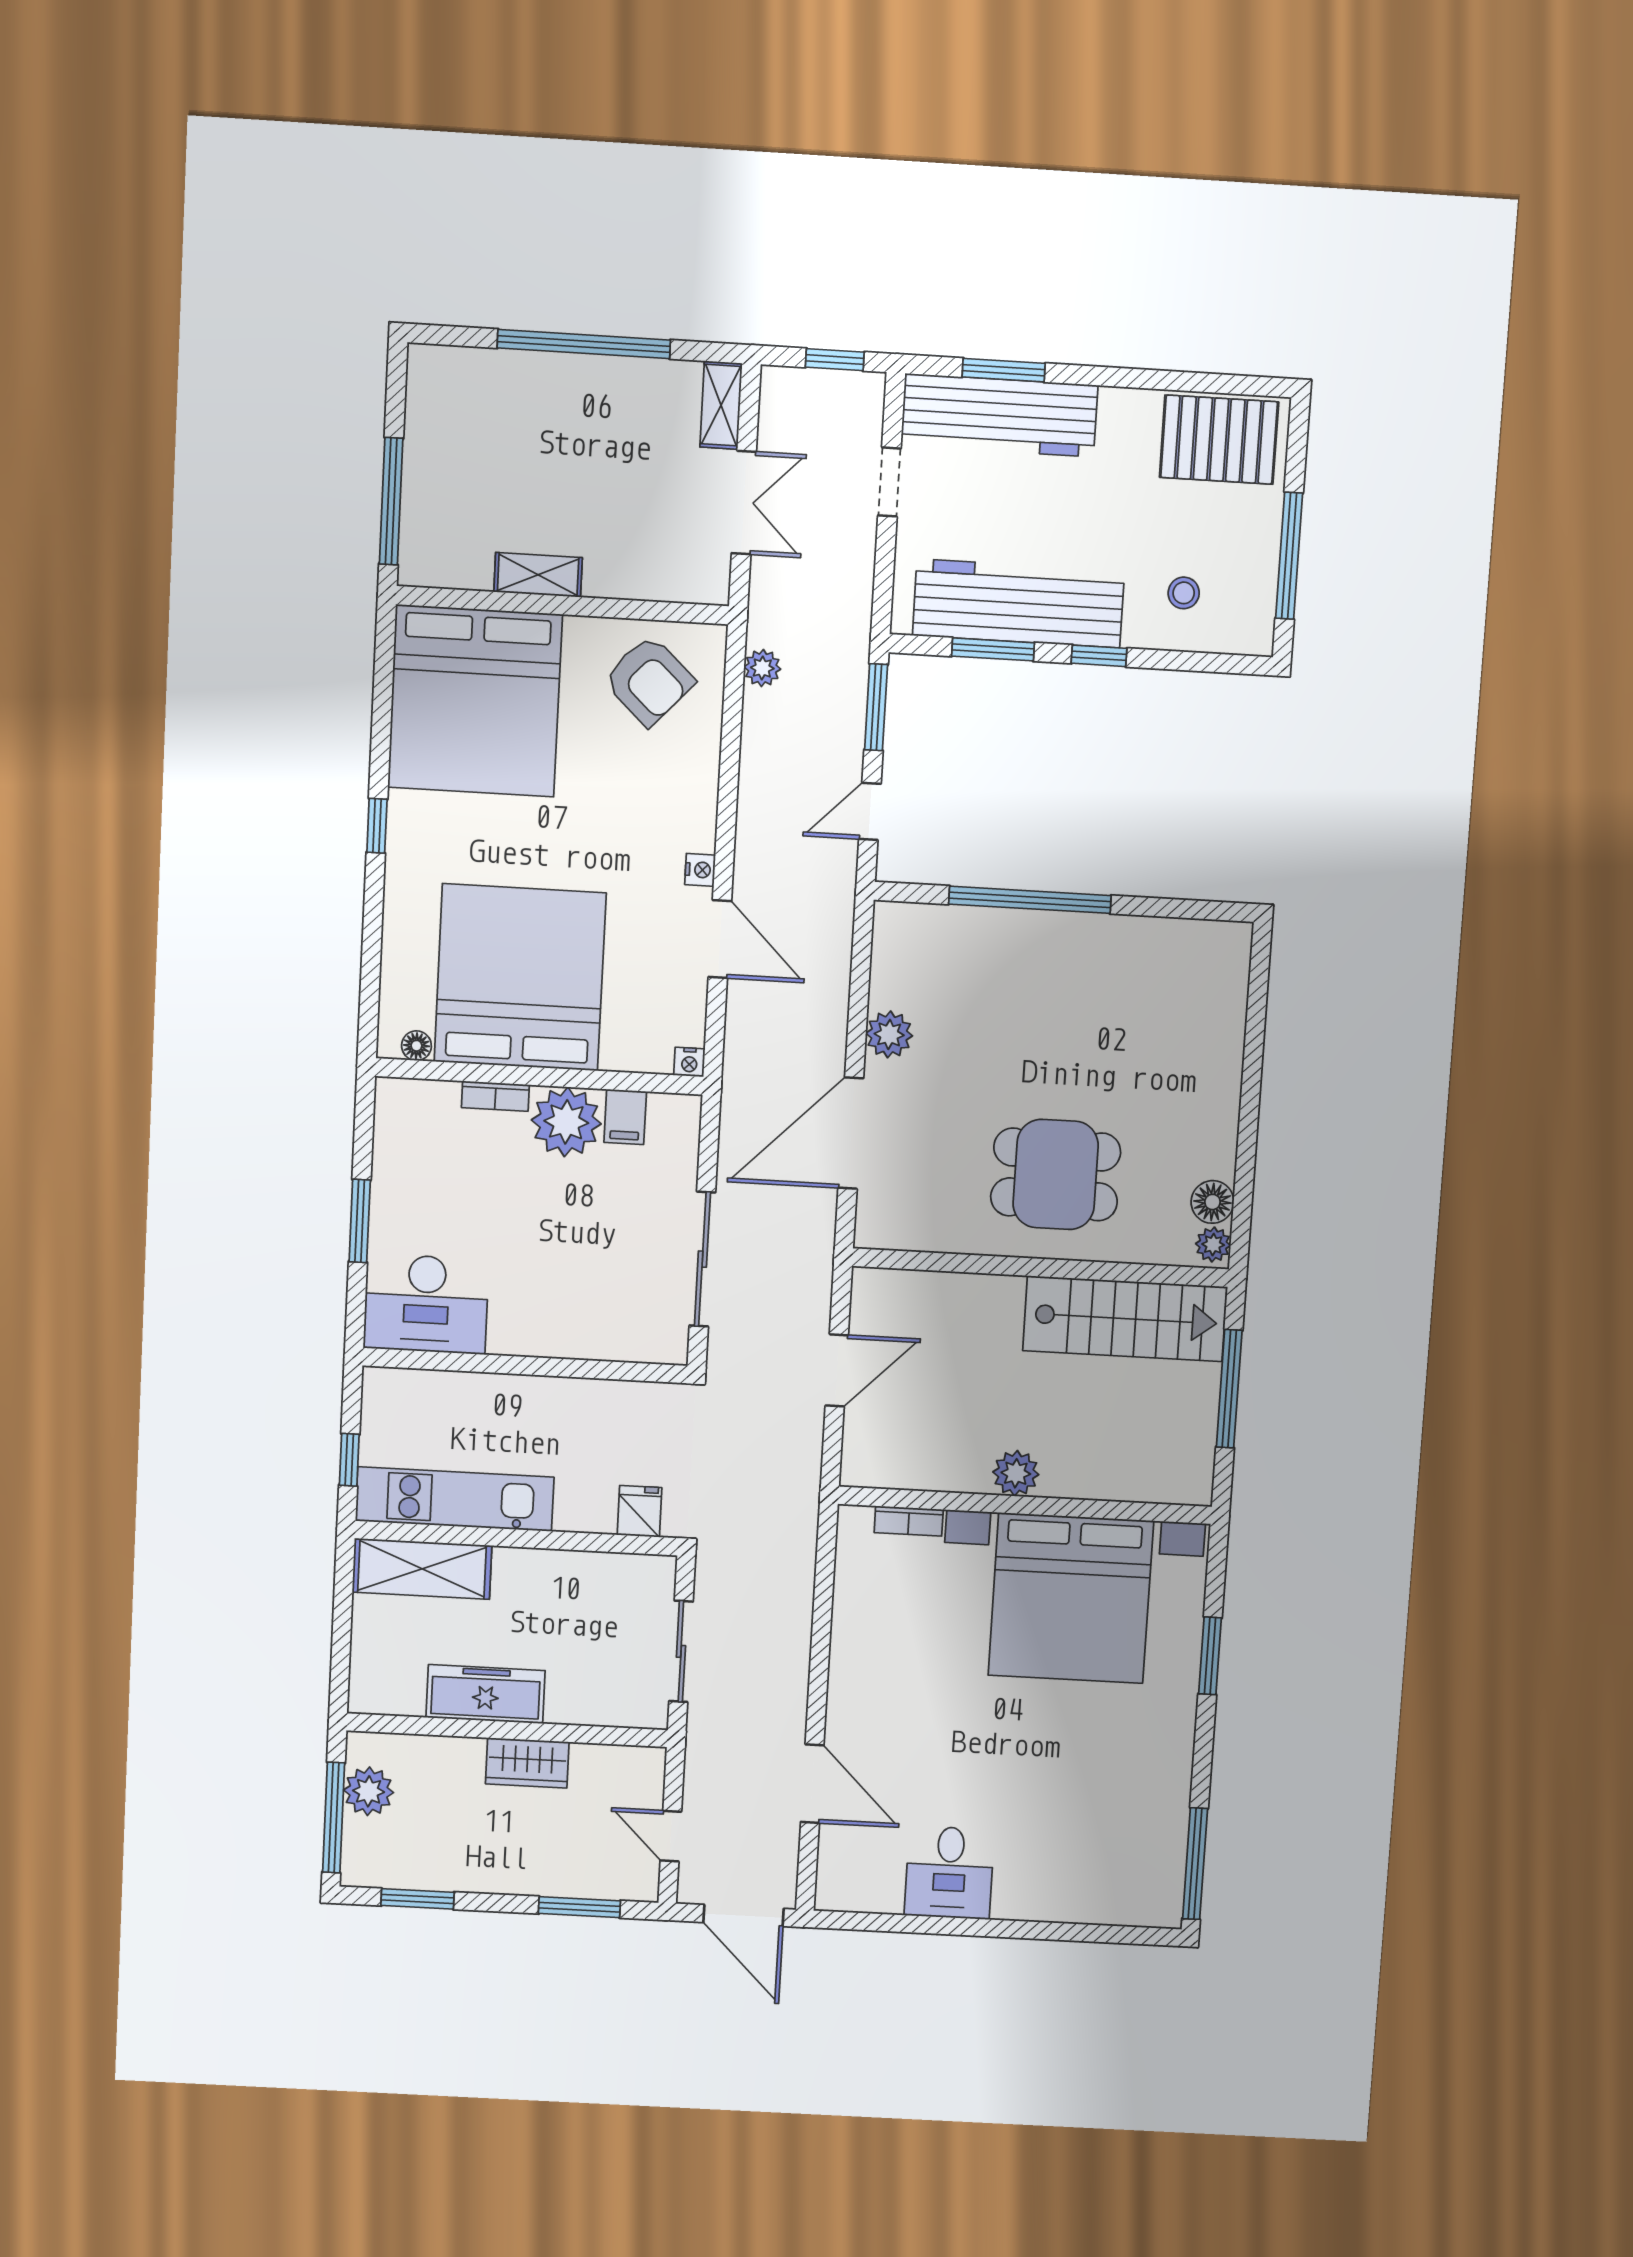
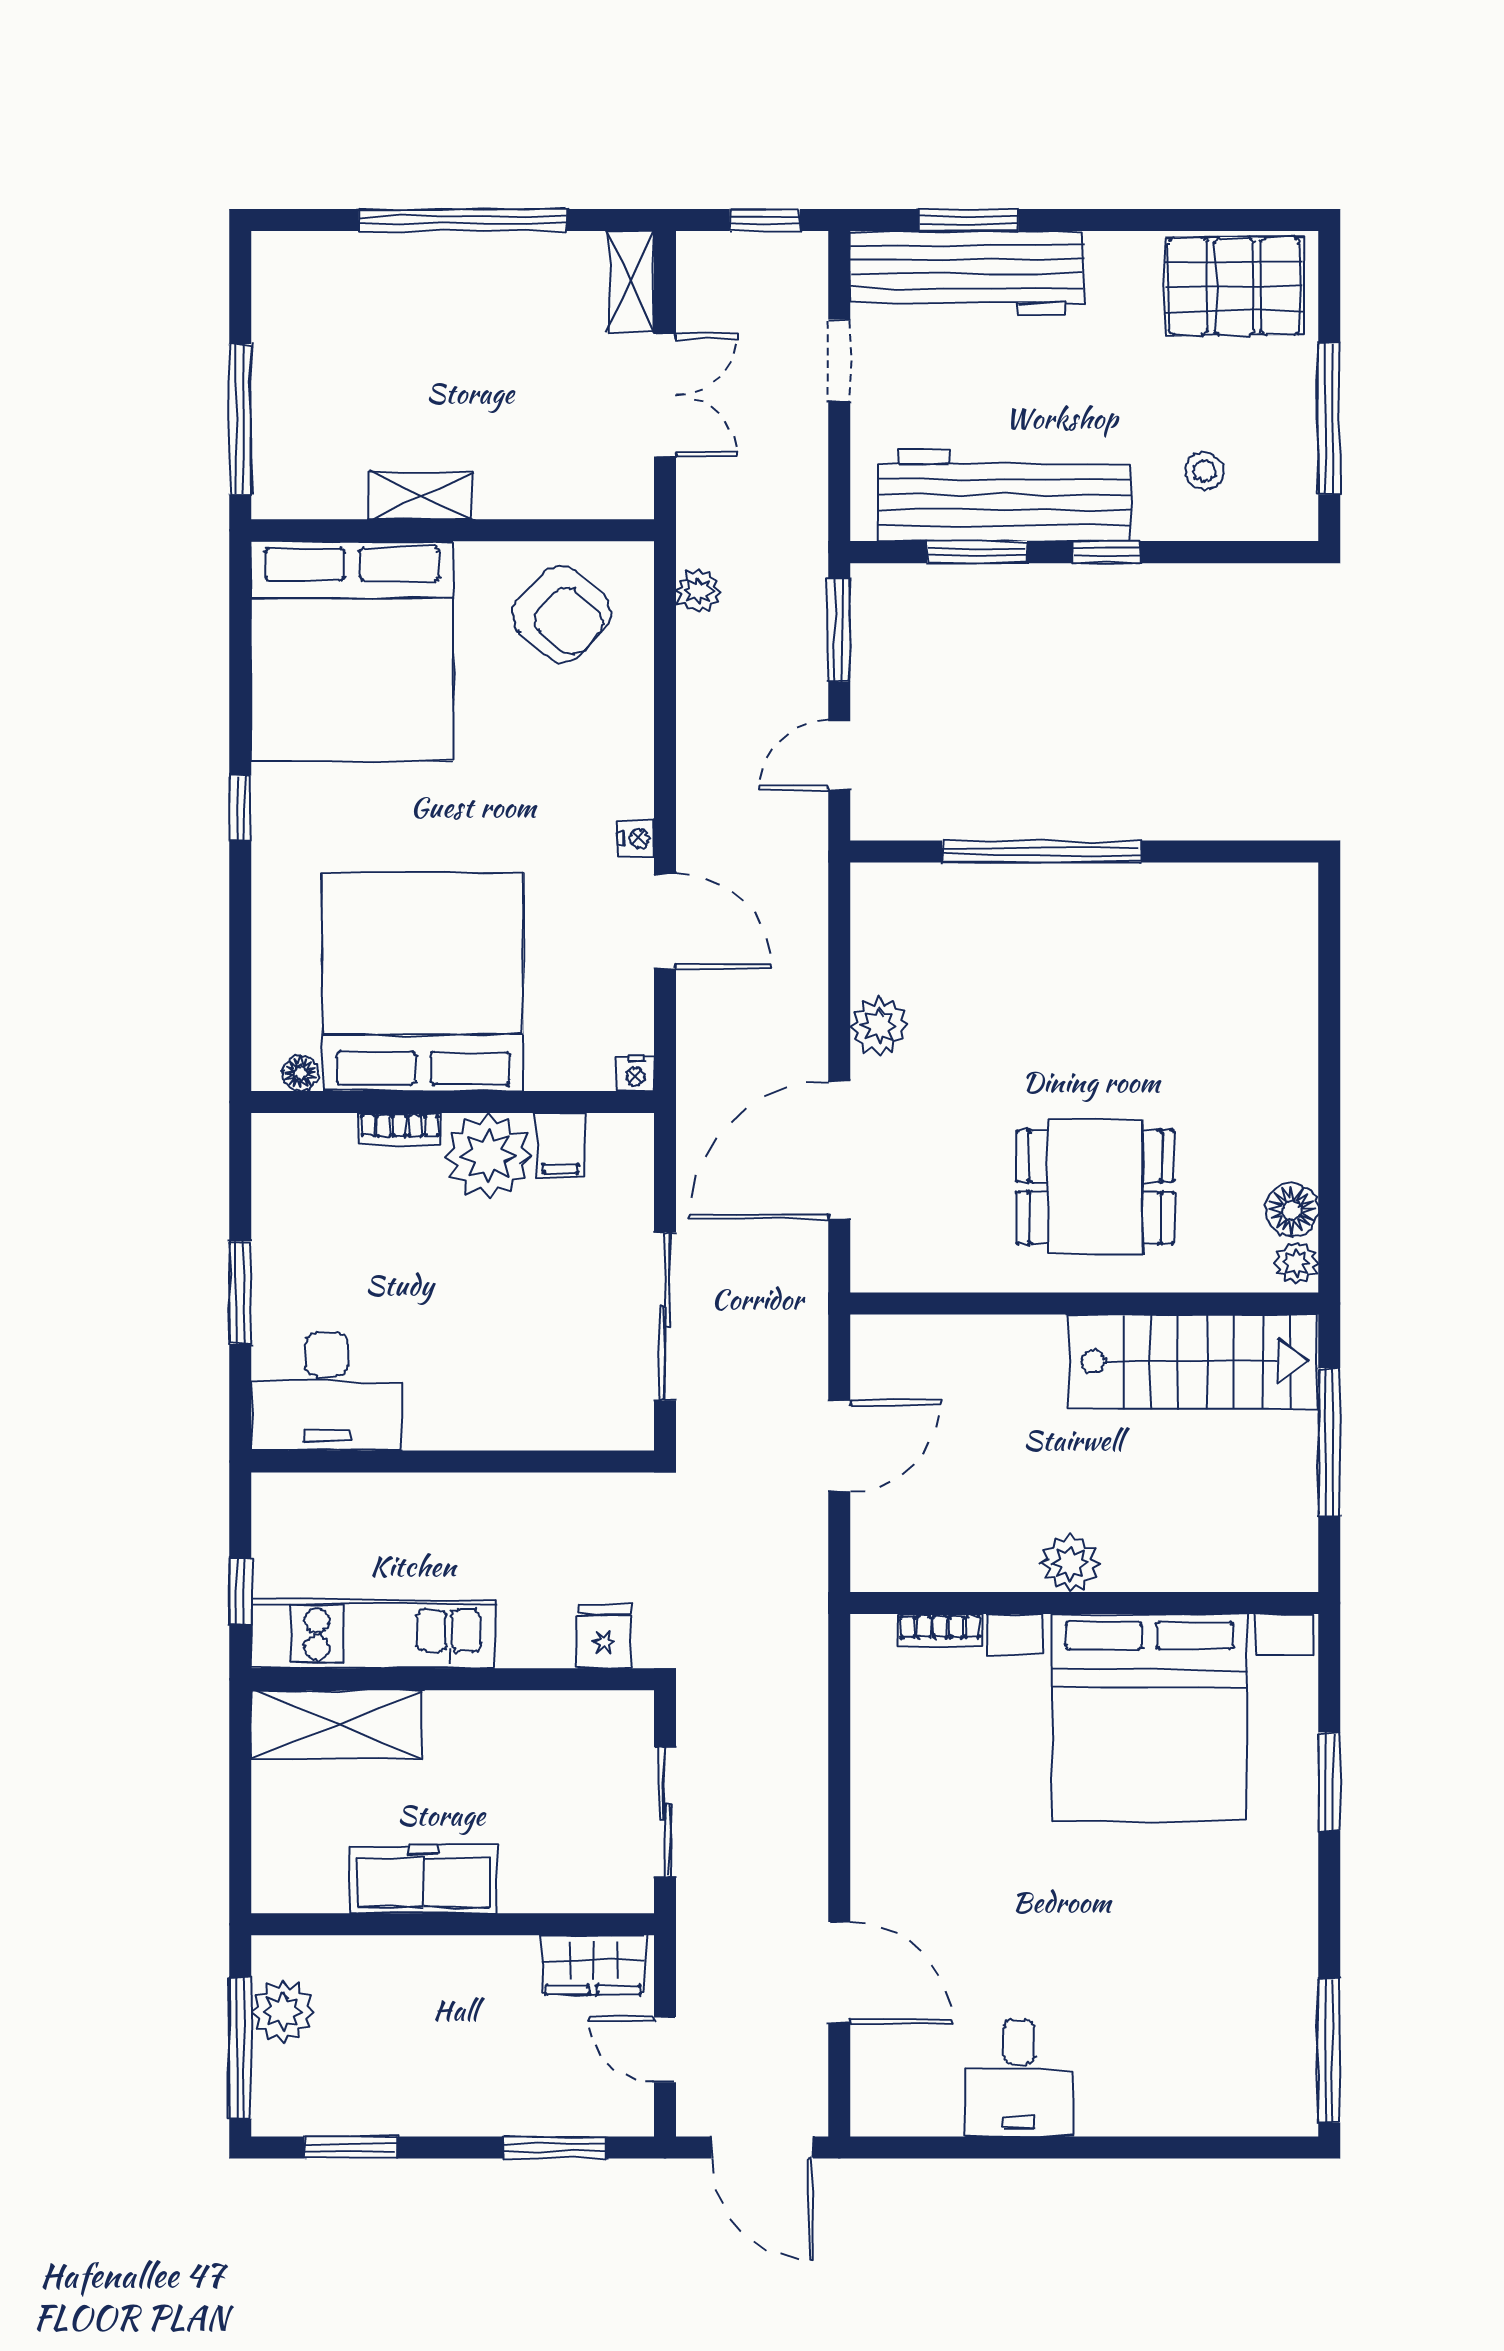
wardrobe: (527, 1763) -> (593, 1965), moved

